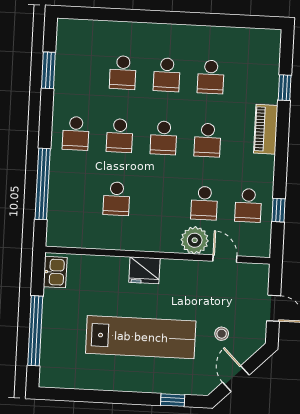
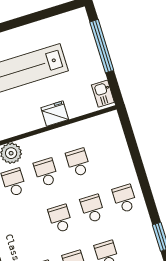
school desk: (207, 140) -> (46, 172), moved
window: (43, 184) -> (135, 154), removed
fridge: (144, 270) -> (55, 114), moved

